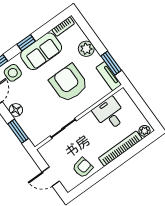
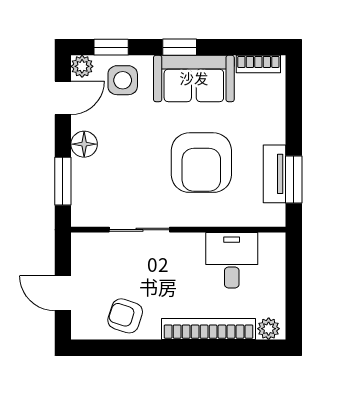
plant: (86, 49) -> (270, 127), removed
tv unit: (109, 76) -> (275, 174), moved
armchair: (69, 83) -> (201, 163), turned 180
armchair: (83, 168) -> (125, 316), turned -151

